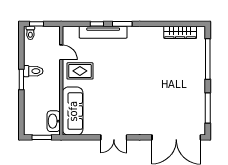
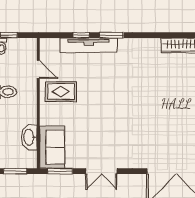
sofa: (73, 111) -> (52, 147), width x0.73
washbasin: (54, 121) -> (29, 137), moved
window: (79, 137) -> (60, 171), added

